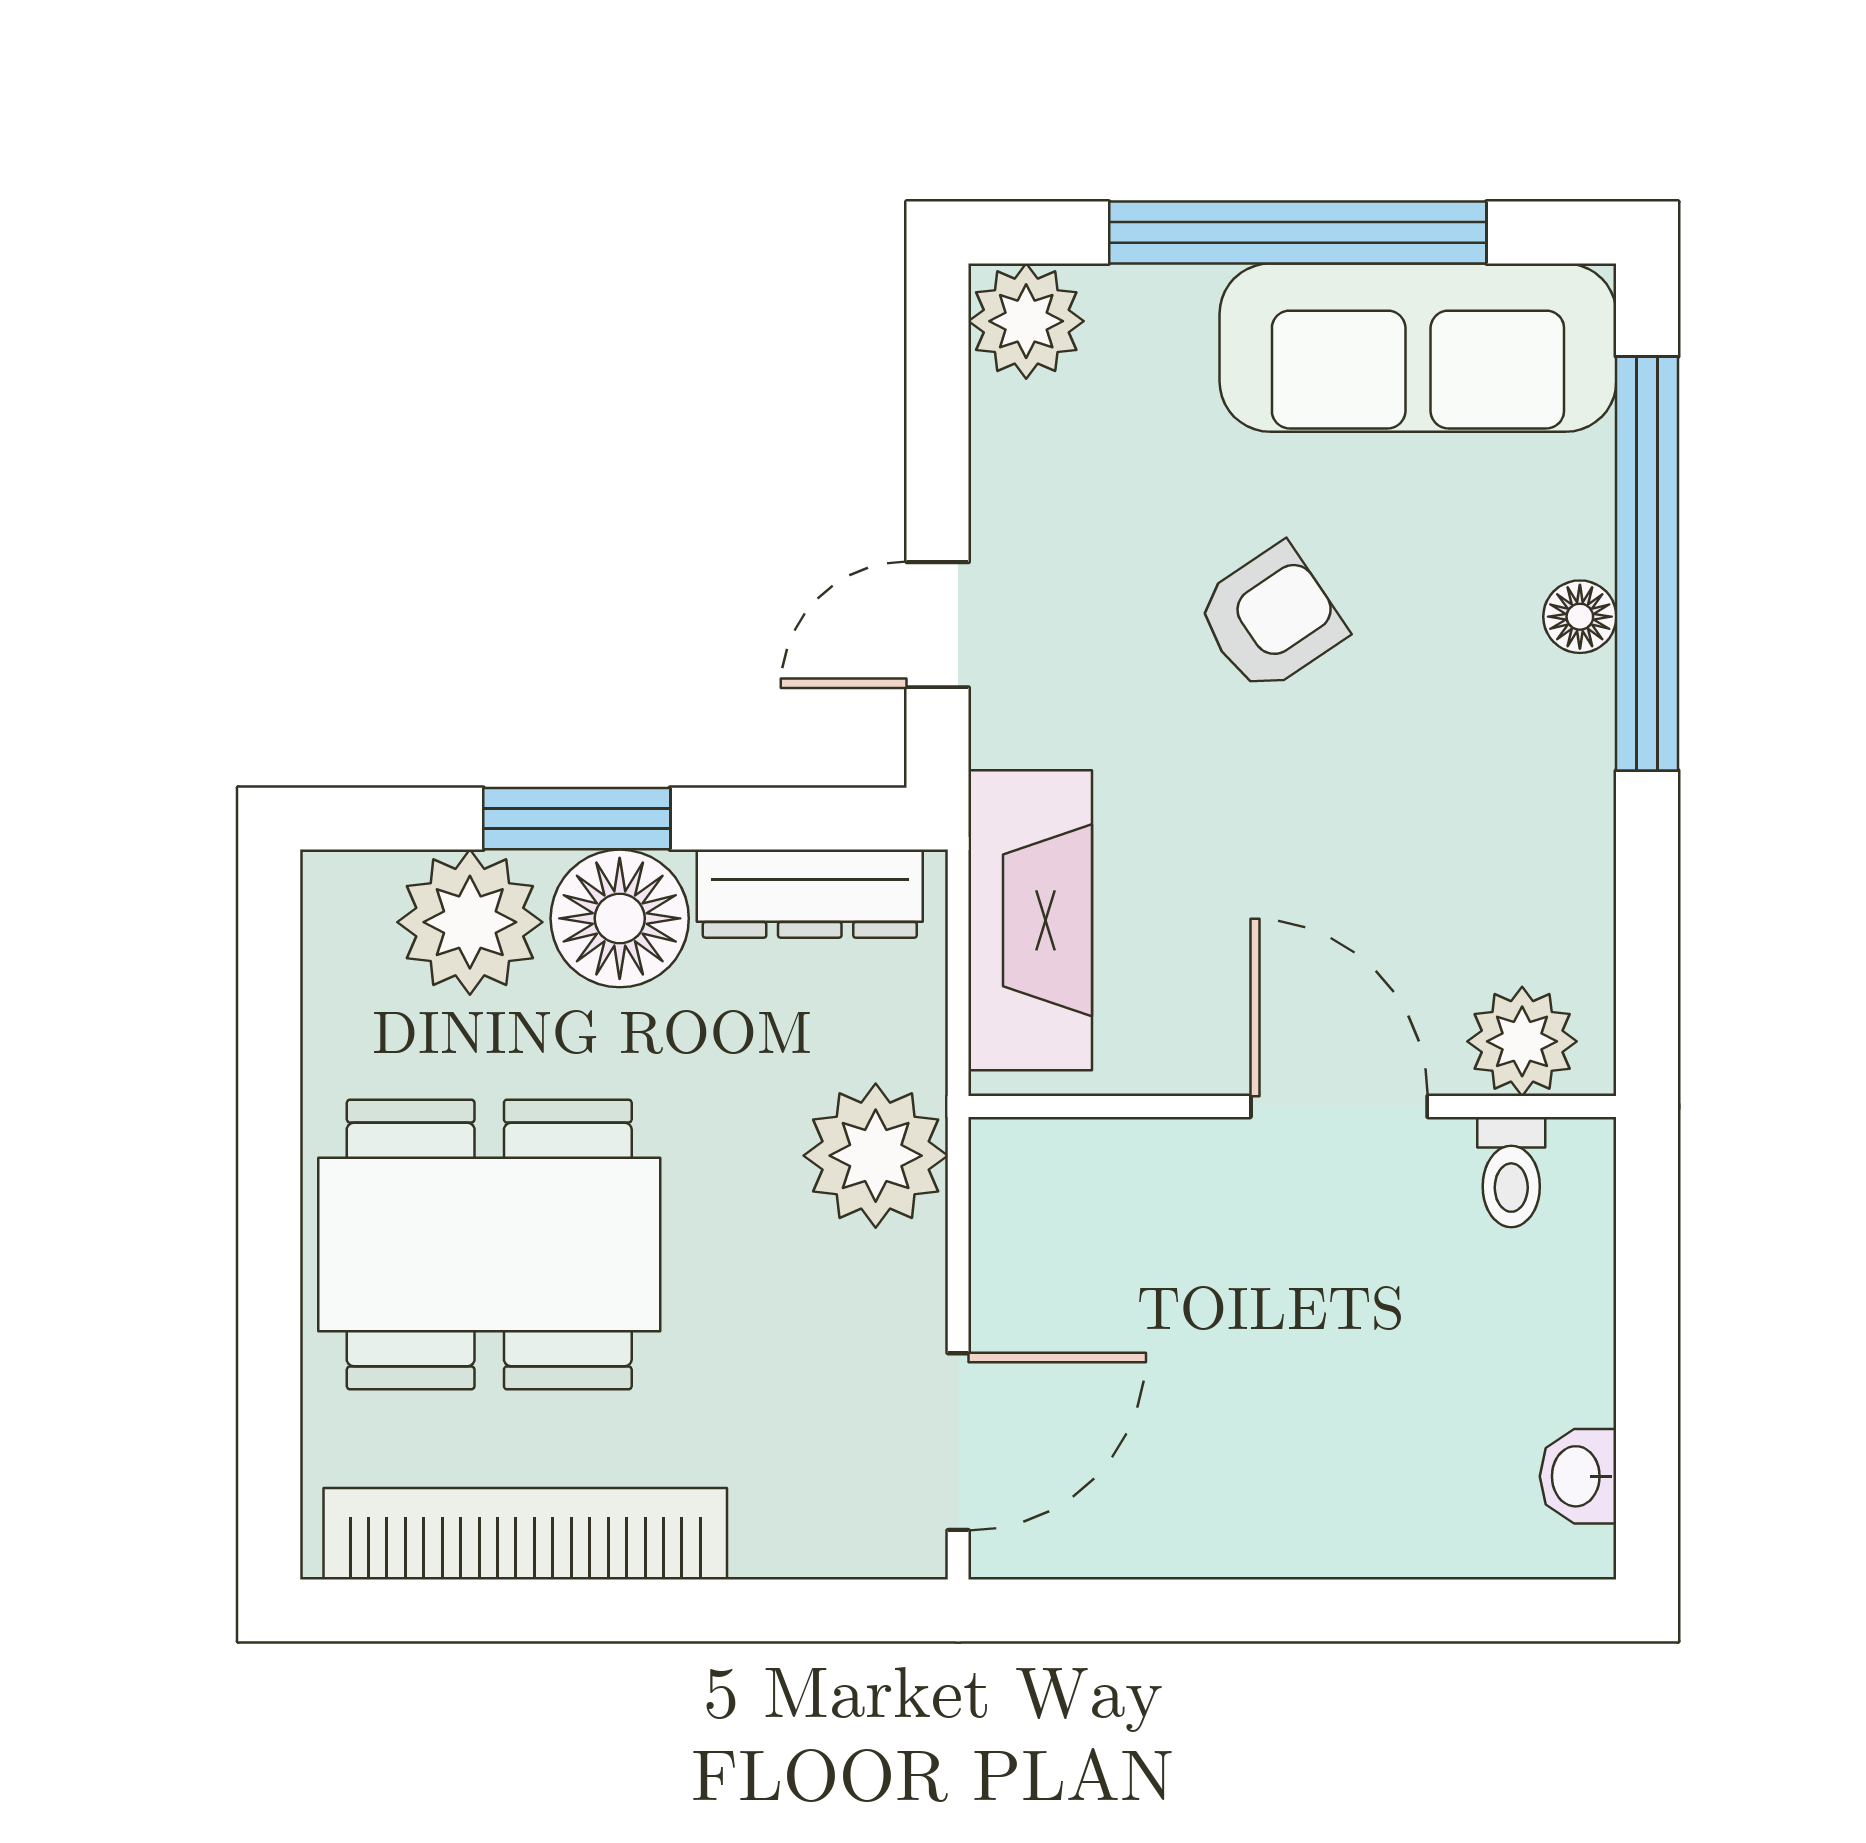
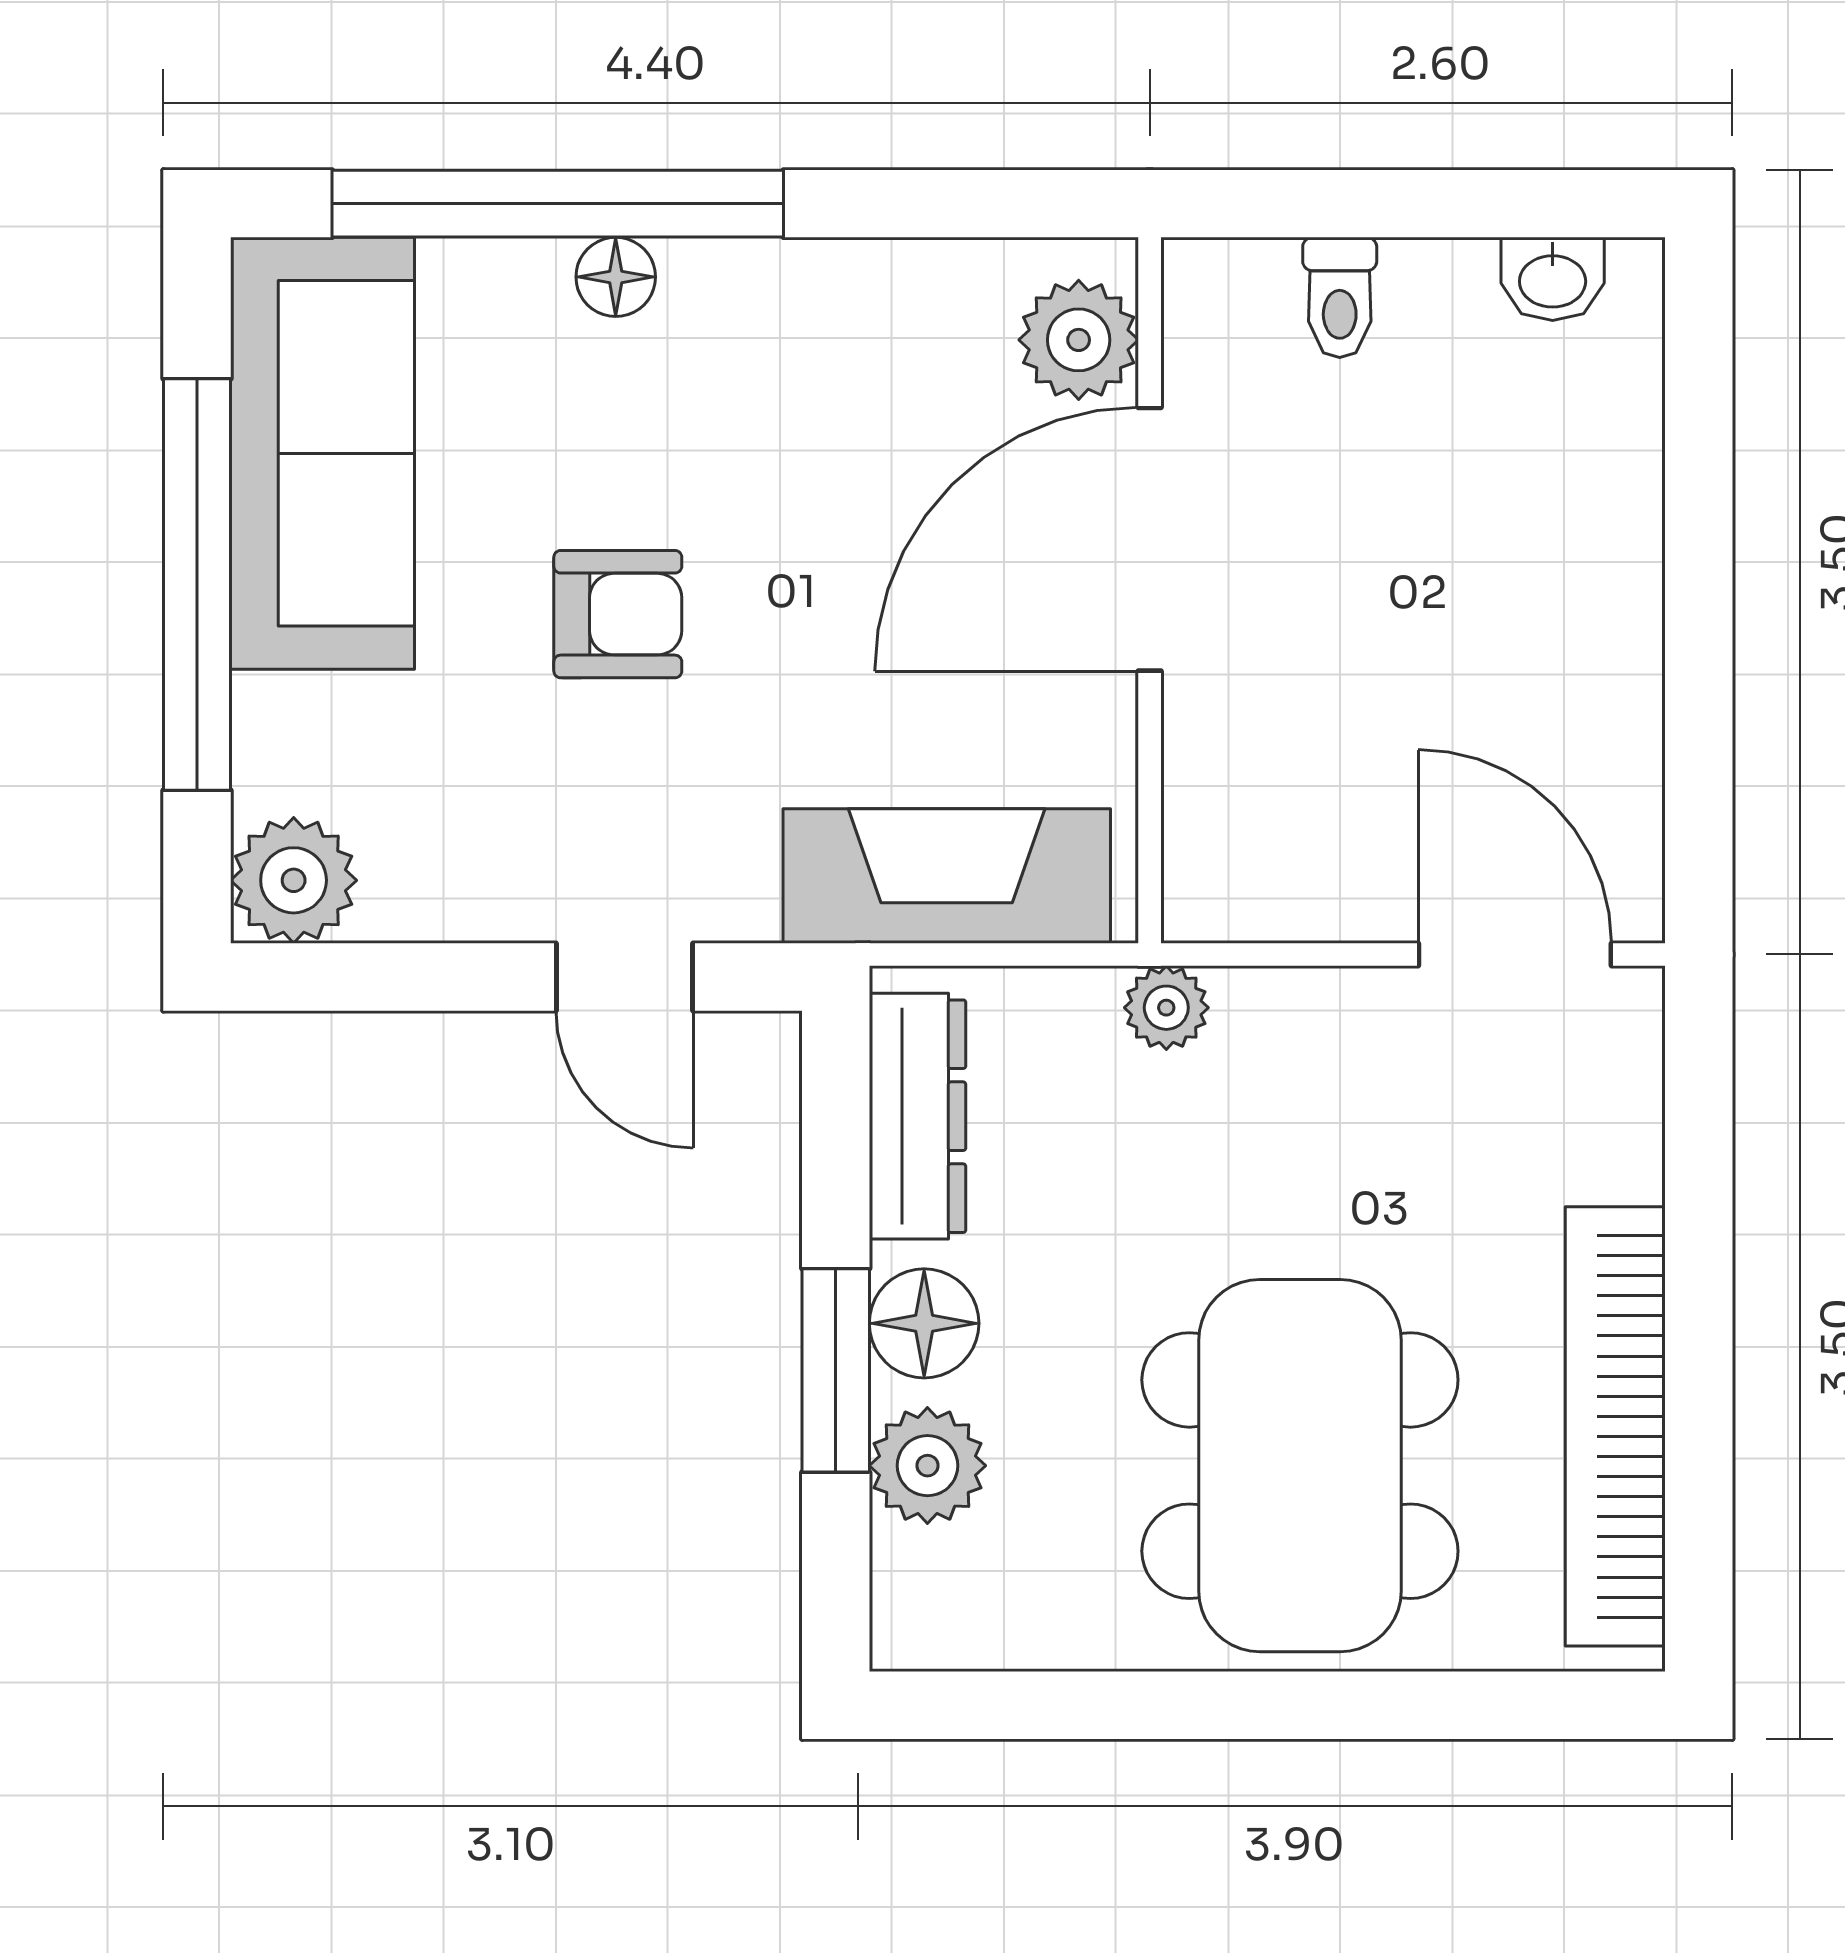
armchair: (1270, 619) -> (618, 614), turned 124
floor lamp: (620, 918) -> (924, 1323), width x0.73, depth x0.73
plant: (470, 922) -> (927, 1466), width x0.73, depth x0.73
door: (1339, 1107) -> (1150, 539), width x1.36
plant: (876, 1156) -> (1166, 1008), width x0.53, depth x0.53
toilet: (1511, 1172) -> (1340, 297), moved, turned 90

